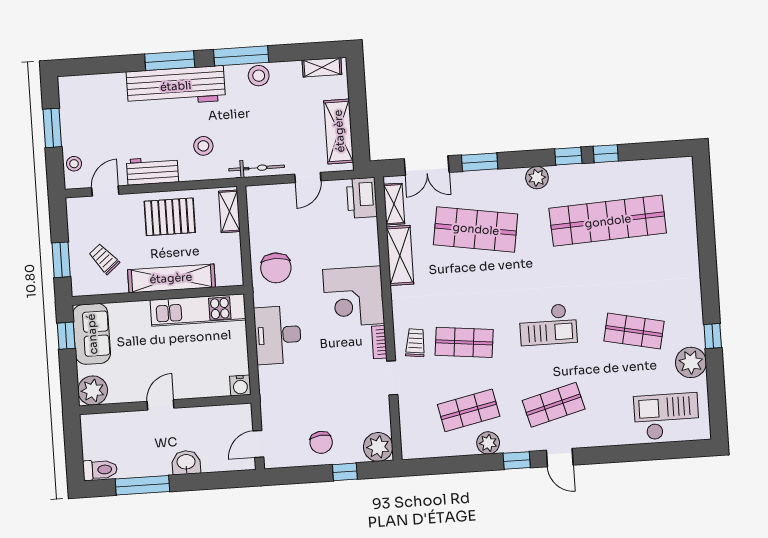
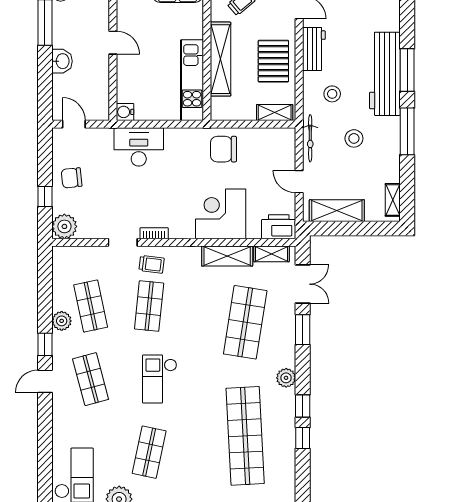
stool: (259, 76) -> (354, 138), moved
double door: (427, 166) -> (303, 284), swing flipped
corner desk: (354, 297) -> (221, 214), moved
desk: (278, 335) -> (139, 147), moved

